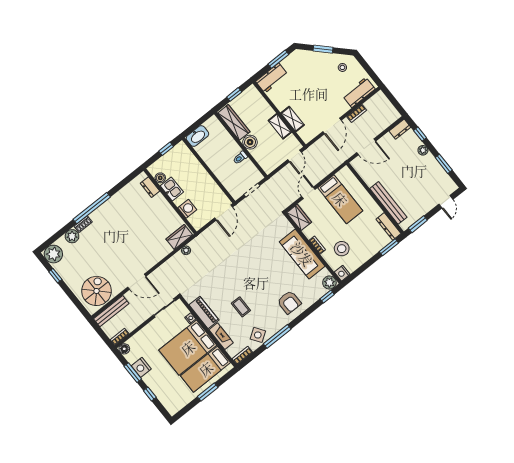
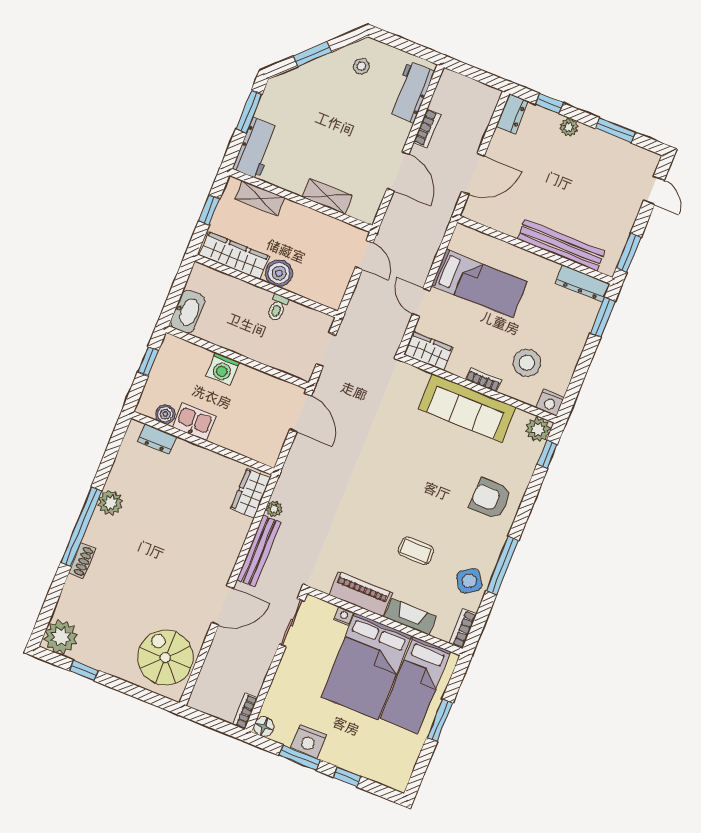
shelving: (280, 126) -> (260, 198), moved
washing machine: (187, 209) -> (223, 369), moved, turned 180
plant: (72, 236) -> (110, 503), moved
armchair: (289, 302) -> (490, 499), turned 180
bench: (111, 311) -> (259, 551), moved

